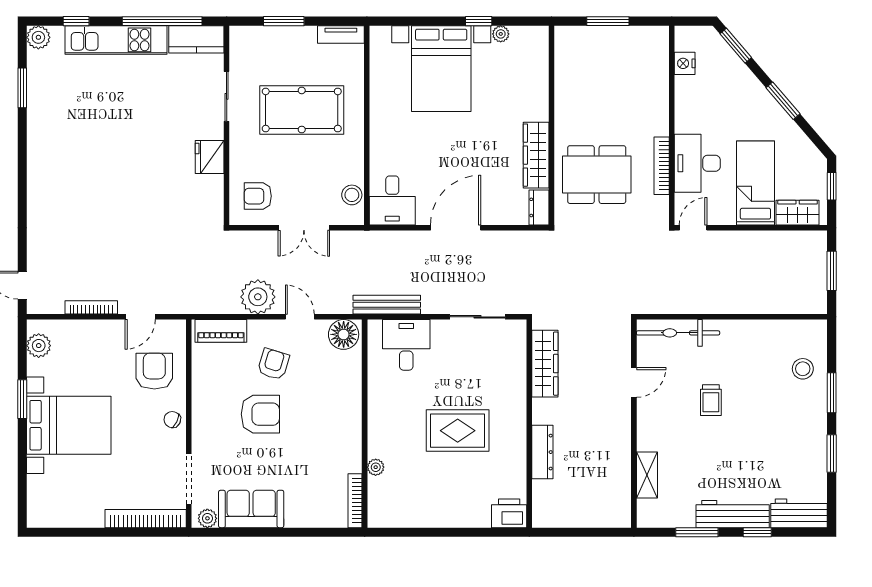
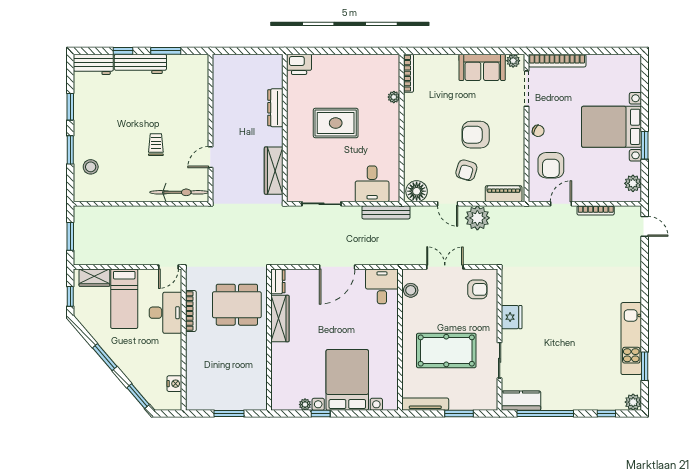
tv unit: (341, 34) -> (425, 404), width x1.41
kitchen unit: (116, 40) -> (631, 339), moved, turned -90
shelving: (647, 475) -> (201, 92), removed

